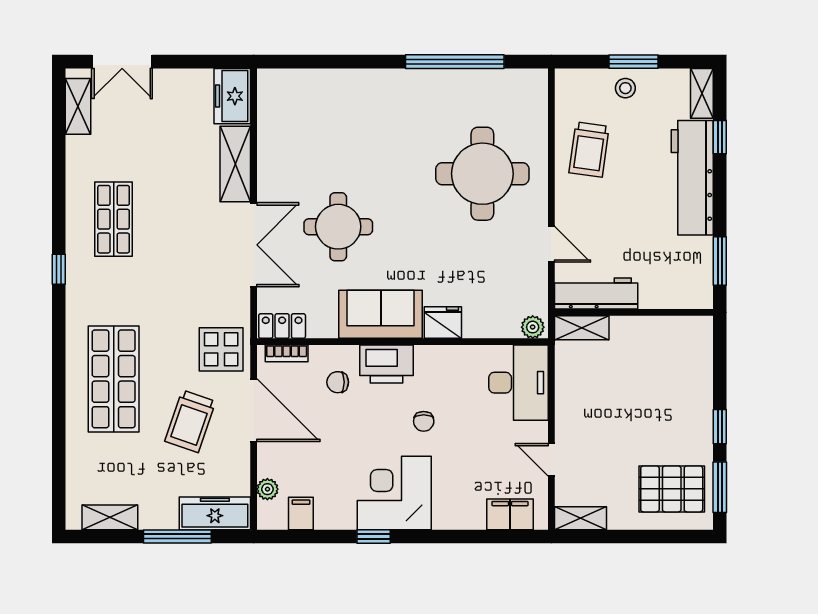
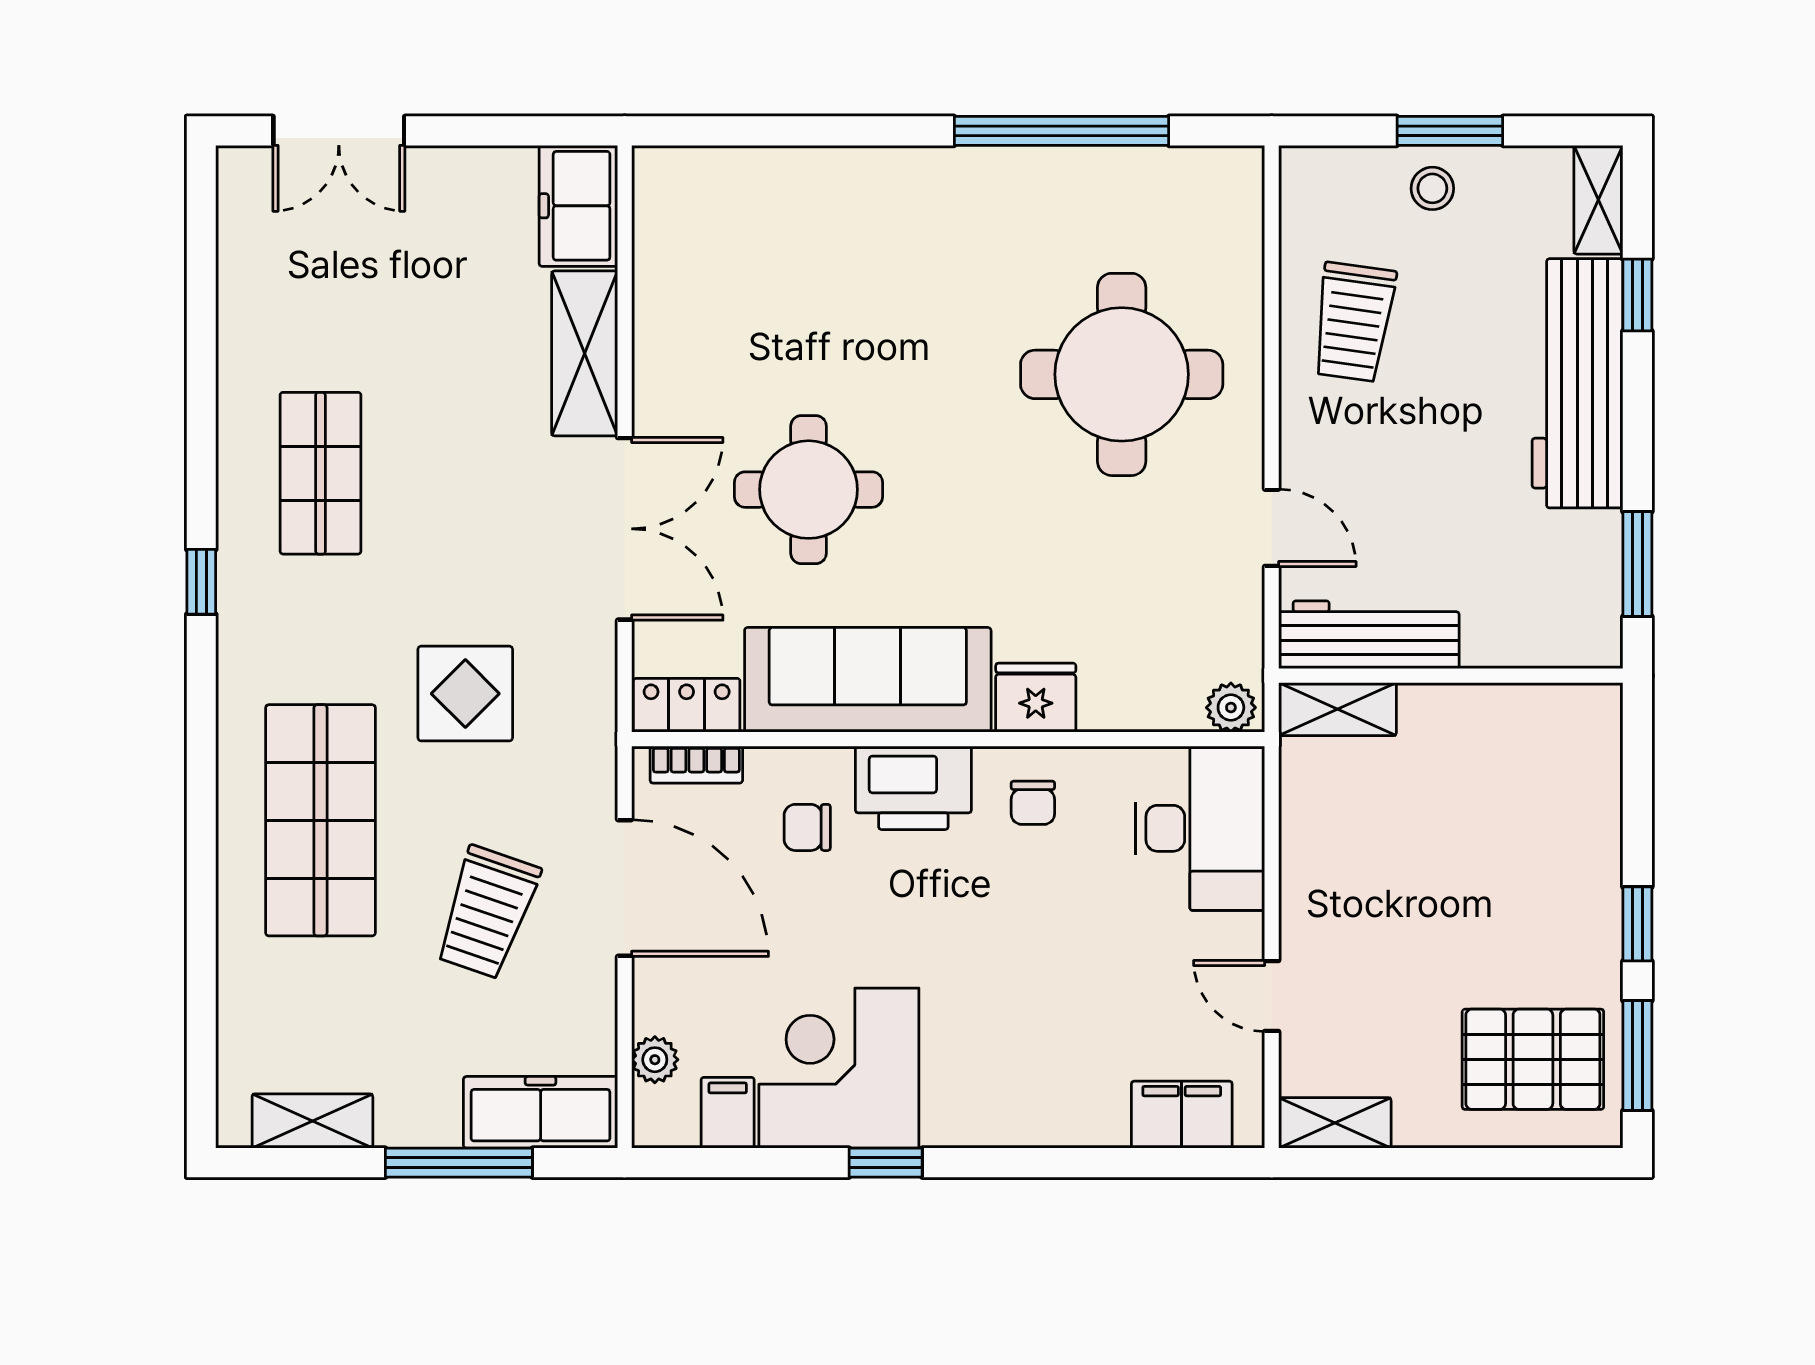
shelving: (78, 106) -> (243, 228), removed
sofa: (381, 314) -> (868, 680), width x1.36
display table: (221, 349) -> (465, 694), moved
chair: (424, 421) -> (1033, 803), moved
corner desk: (394, 493) -> (839, 1068), moved

